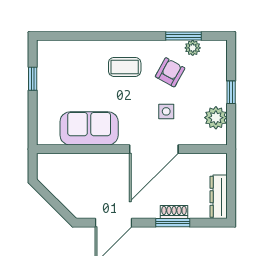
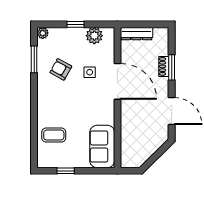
plant: (193, 48) -> (43, 33), moved
coffee table: (125, 67) -> (54, 135), moved, turned 90
sofa: (89, 128) -> (102, 146), moved
dresser: (219, 197) -> (136, 34), moved

